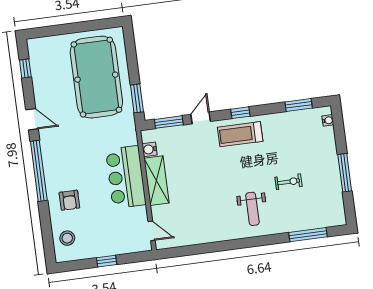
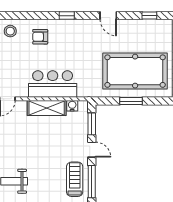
window: (137, 98) -> (131, 101), moved
window: (240, 113) -> (92, 182), width x2.17
door: (32, 119) -> (108, 16), hinge flipped
window: (39, 171) -> (67, 16), width x0.32

